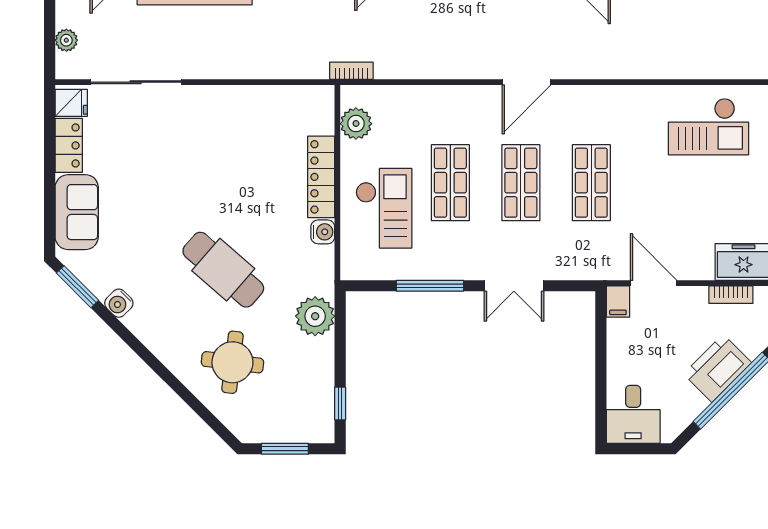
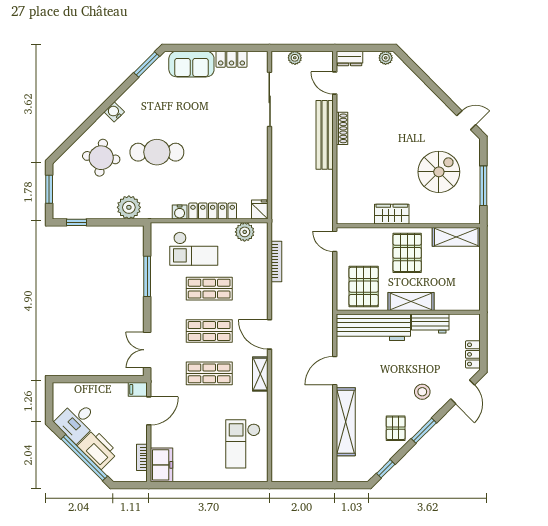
bookcase: (351, 71) -> (276, 261), moved, width x1.56
shelving: (592, 98) -> (260, 374), added
fridge: (71, 103) -> (260, 209), moved, turned 180
cafe table: (223, 270) -> (157, 152), turned 49
double door: (514, 286) -> (147, 350), moved
water cooler: (119, 303) -> (114, 112), moved
desk: (633, 414) -> (77, 421), moved, turned -45

